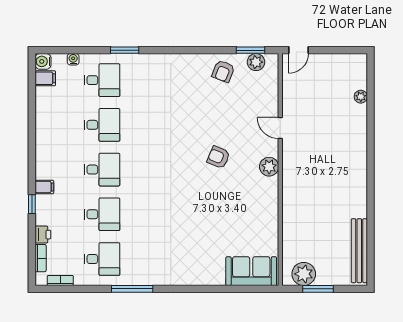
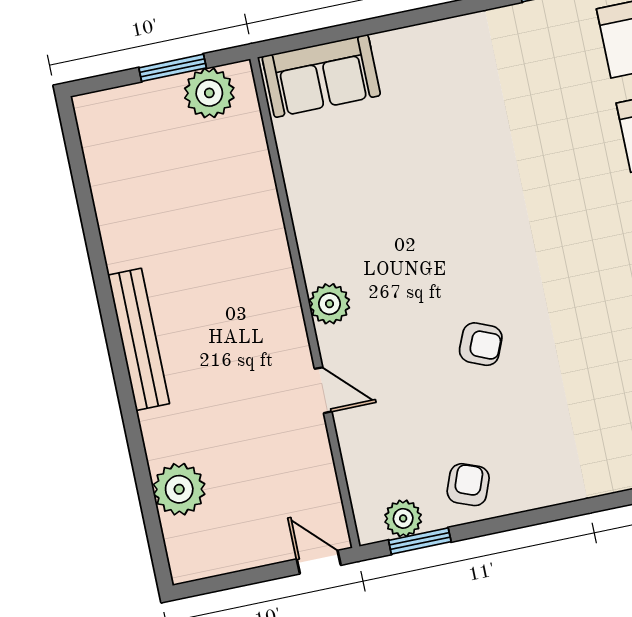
door: (299, 50) -> (319, 562), hinge flipped
plant: (361, 97) -> (179, 489), width x1.88, depth x1.88
armchair: (218, 157) -> (481, 344), moved
bench: (359, 251) -> (139, 339), moved

